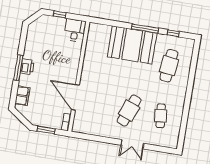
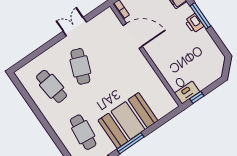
window: (60, 14) -> (197, 97), moved
cafe table: (161, 116) -> (52, 86), width x1.37, depth x1.35
double door: (132, 144) -> (75, 27), moved

